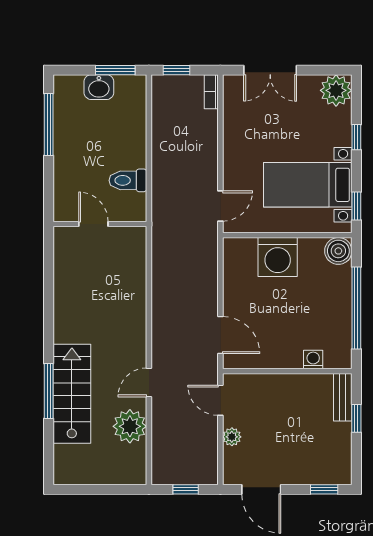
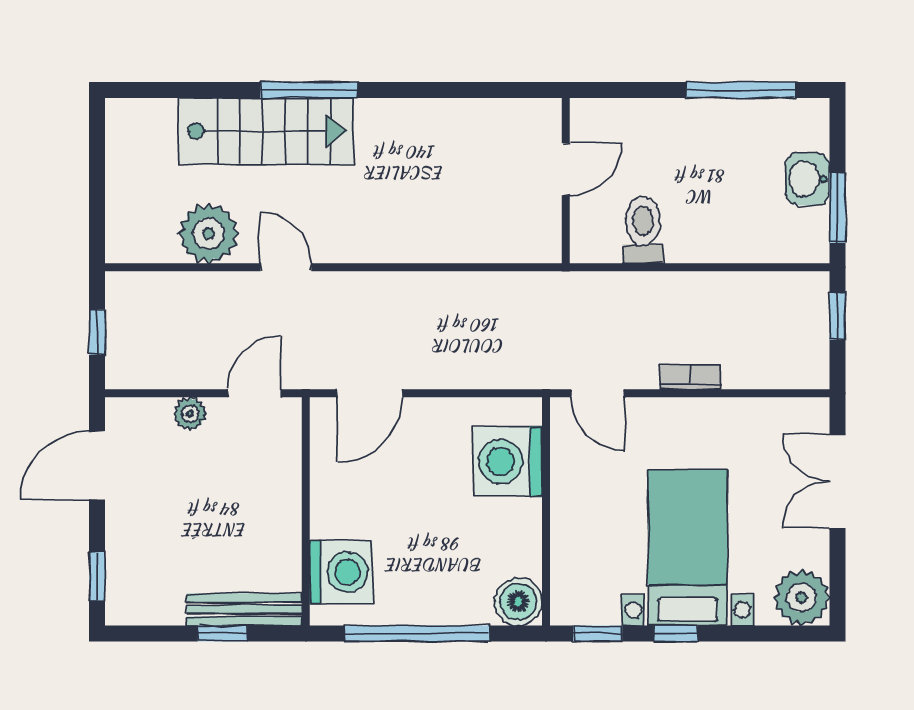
bookcase: (211, 92) -> (690, 377), moved
window: (356, 137) -> (676, 633), moved
bed with nightstands: (308, 185) -> (688, 548), moved
washing machine: (278, 257) -> (507, 461), moved
washing machine: (313, 360) -> (341, 572), width x1.89, depth x1.89
window: (49, 391) -> (309, 90), moved
bench: (343, 397) -> (244, 610), width x1.36

